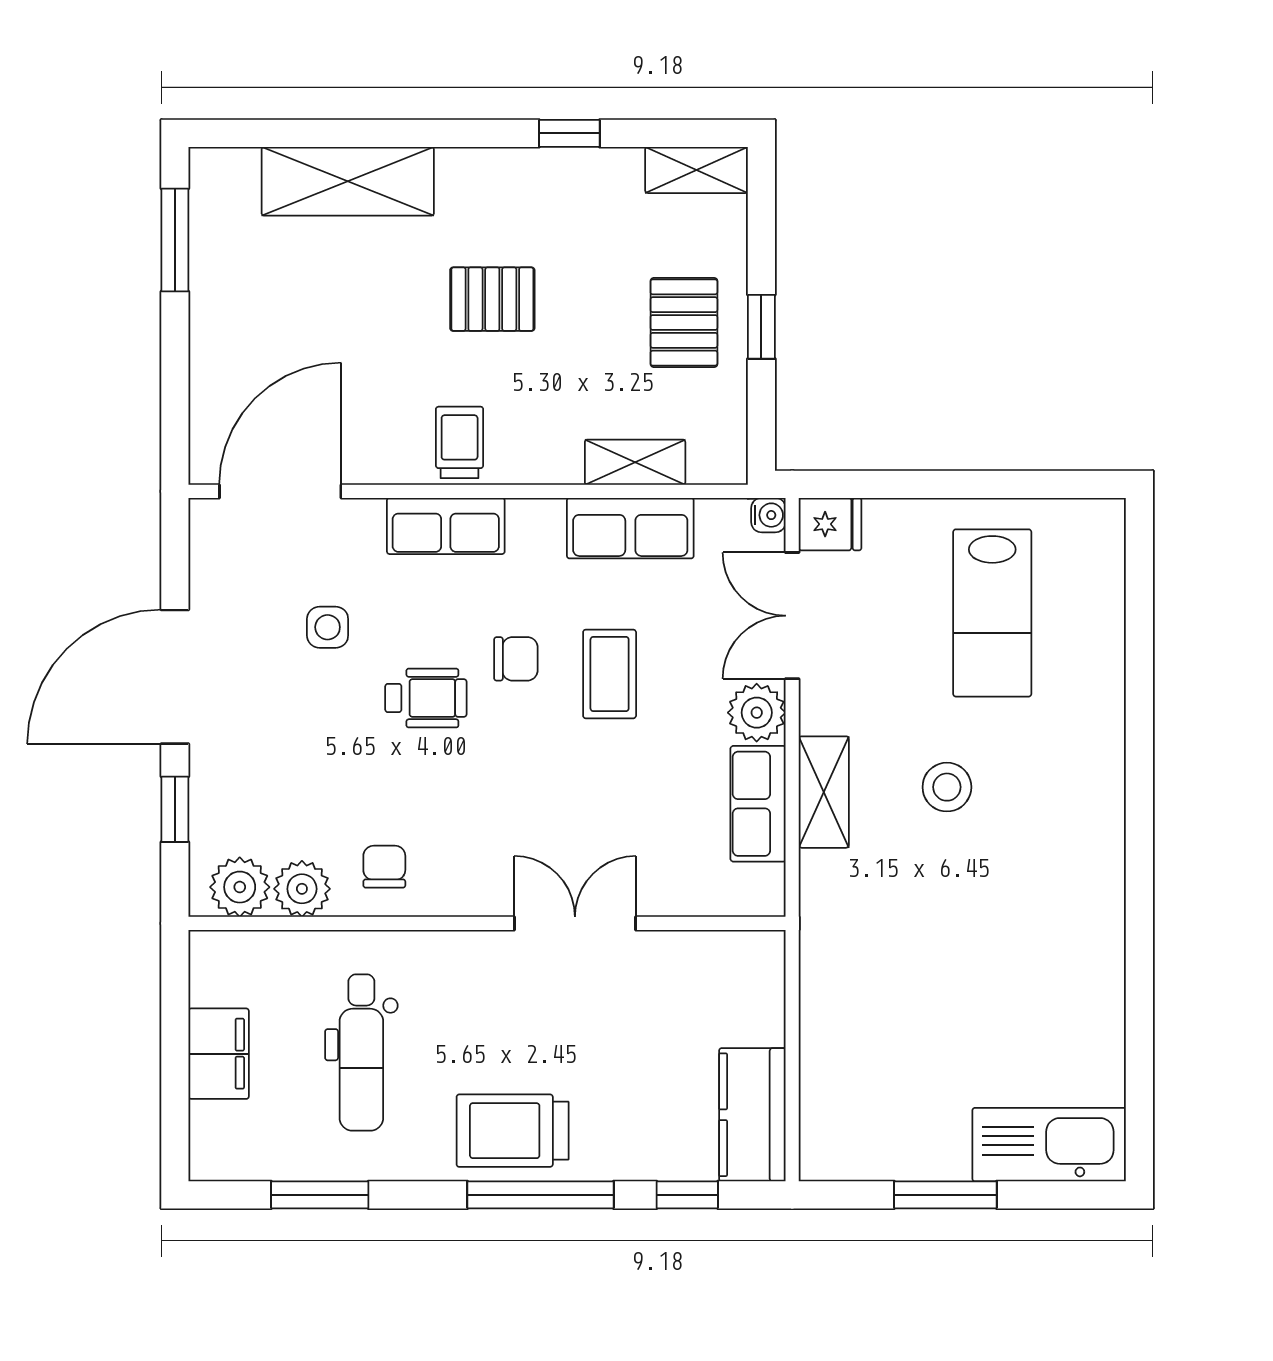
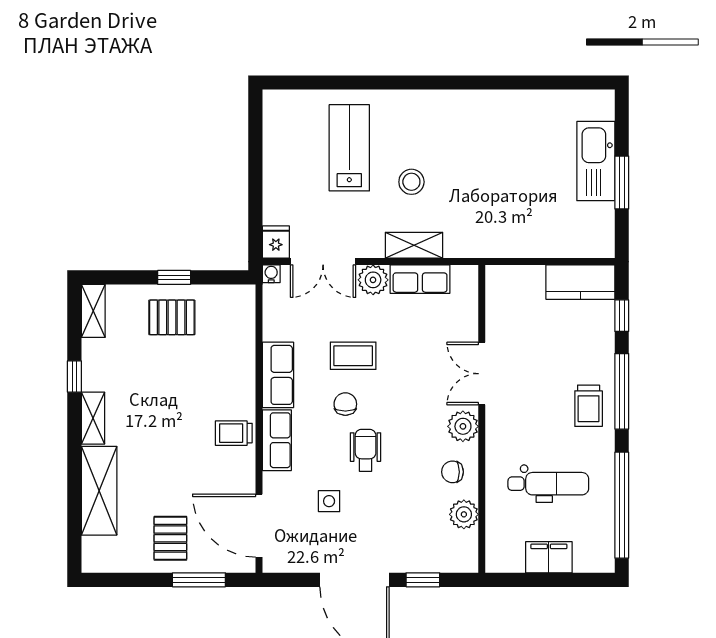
window: (175, 240) -> (199, 580), moved
pallet: (492, 299) -> (170, 538), moved
shelving: (635, 462) -> (93, 418), moved
row of seats: (630, 528) -> (278, 375), moved
lab bench: (992, 613) -> (349, 148), moved, turned -90
plant: (240, 887) -> (463, 426), moved
trolley: (513, 1131) -> (589, 406), width x0.73, depth x0.72
kitchen sink: (1049, 1145) -> (596, 161), moved
window: (320, 1195) -> (622, 505), width x2.11

